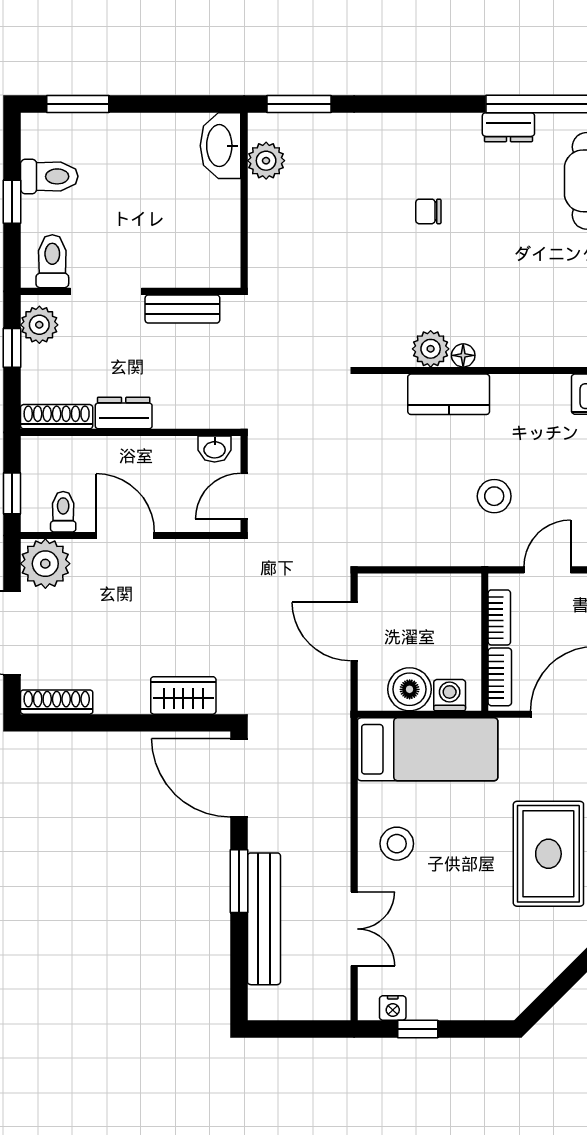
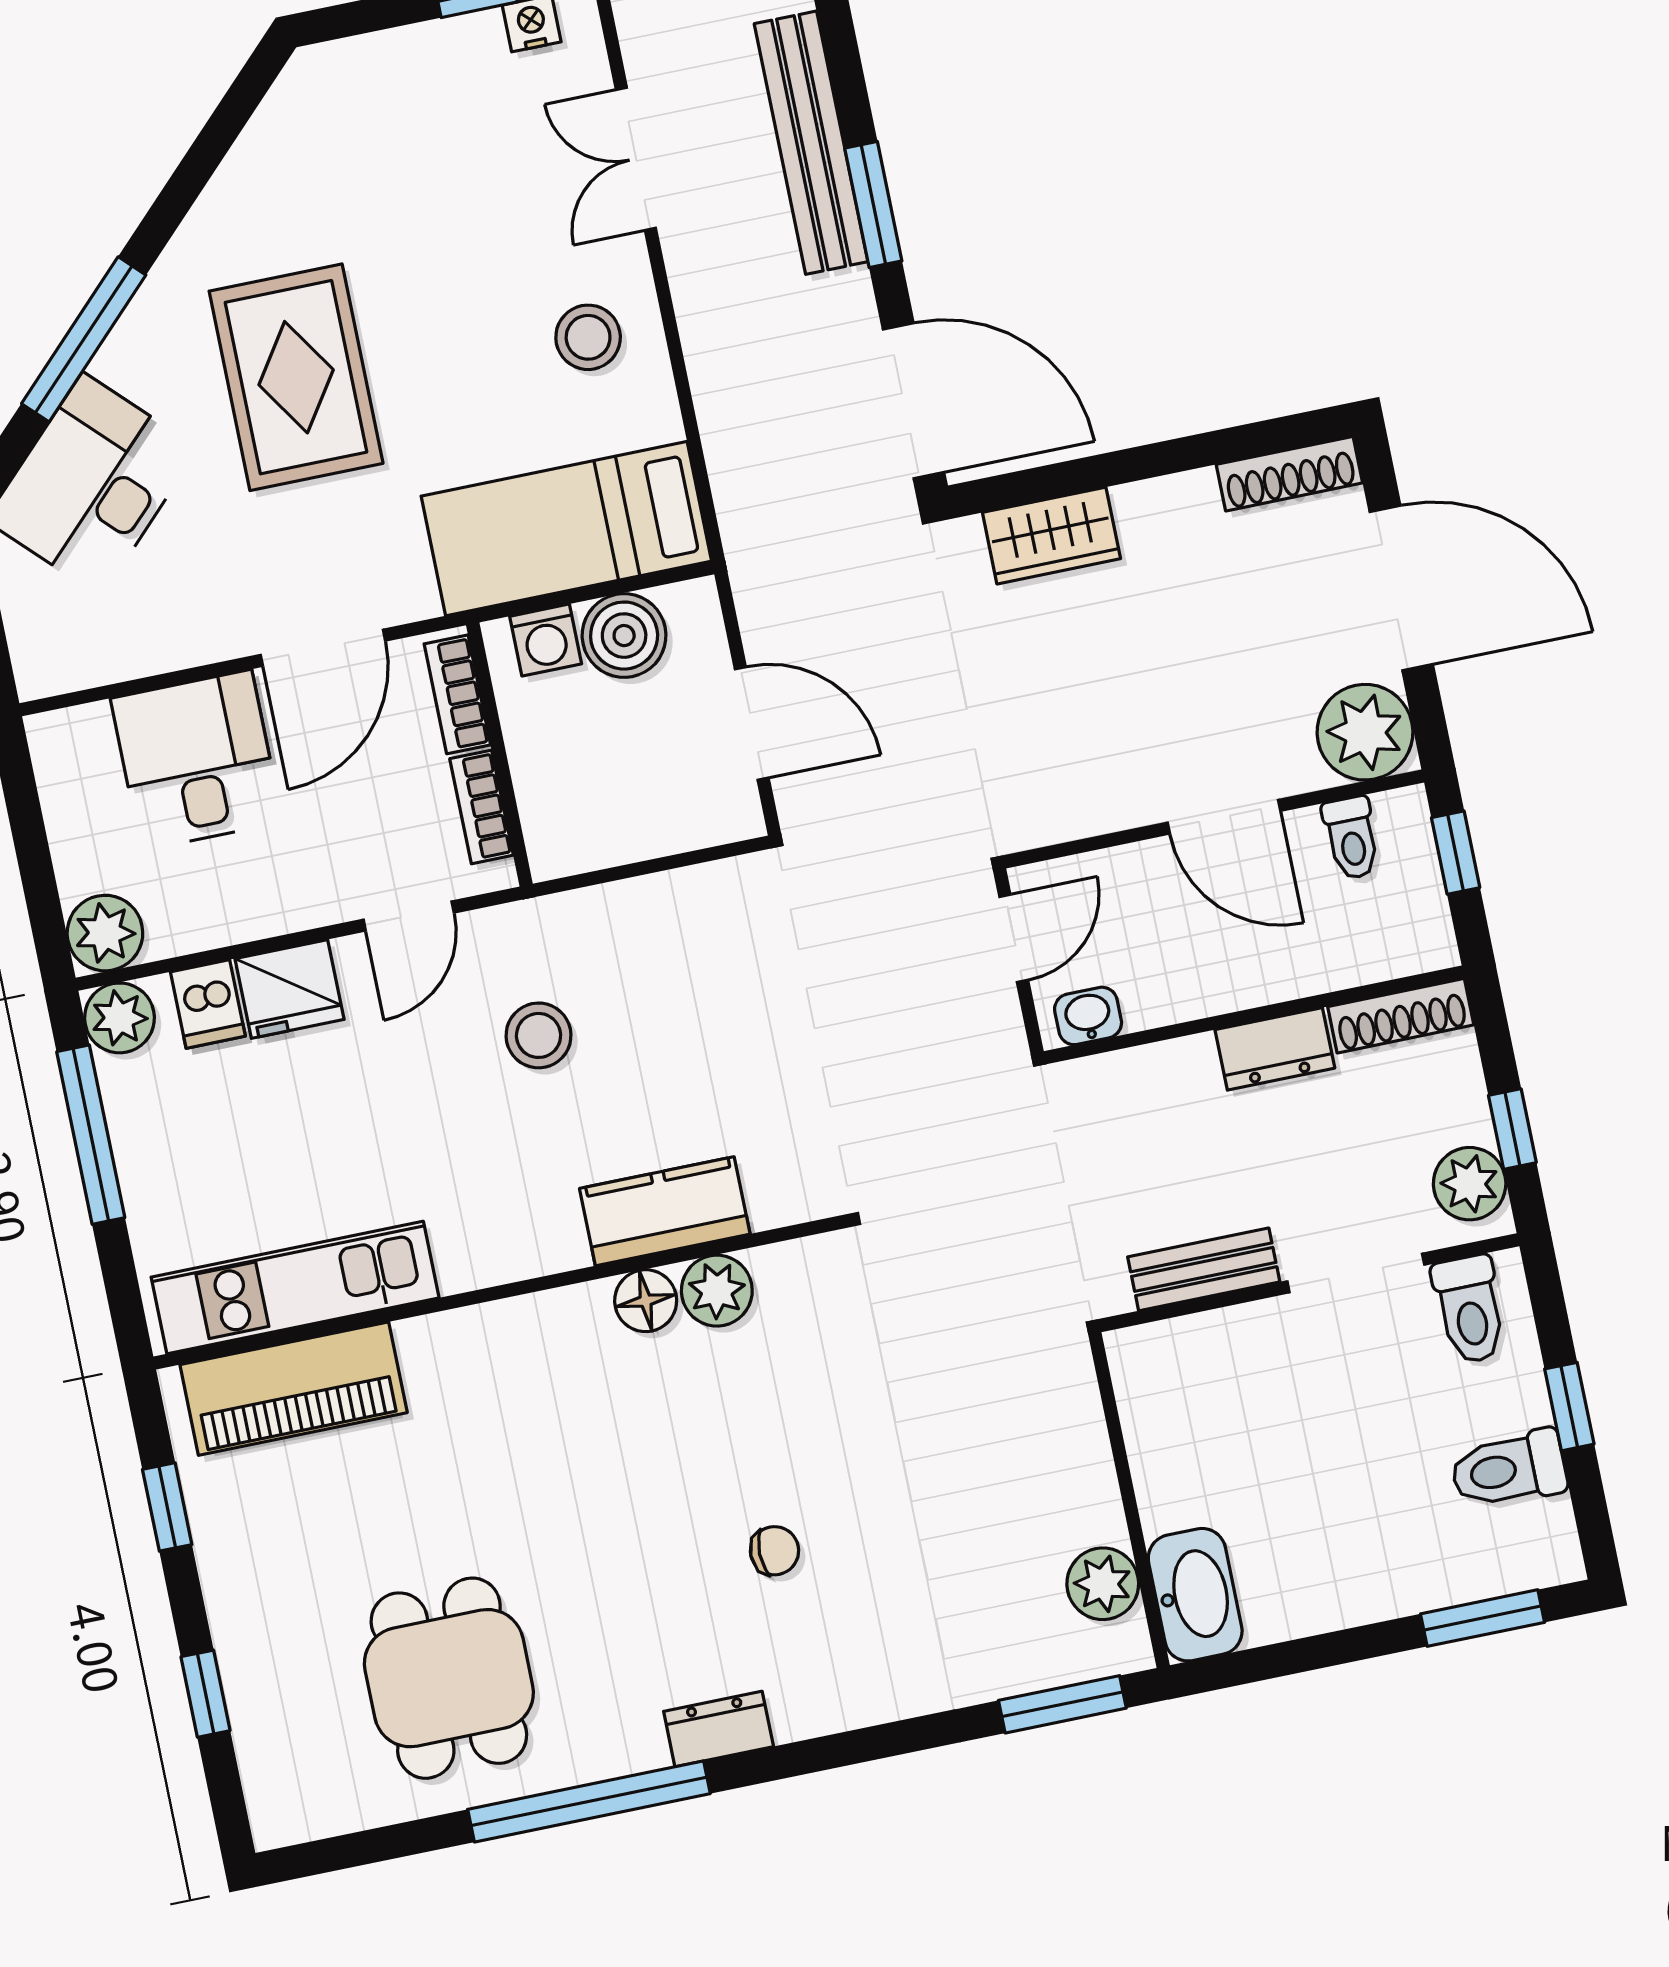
dresser: (508, 127) -> (719, 1729), moved
floor lamp: (463, 355) -> (646, 1301), width x1.37, depth x1.37

